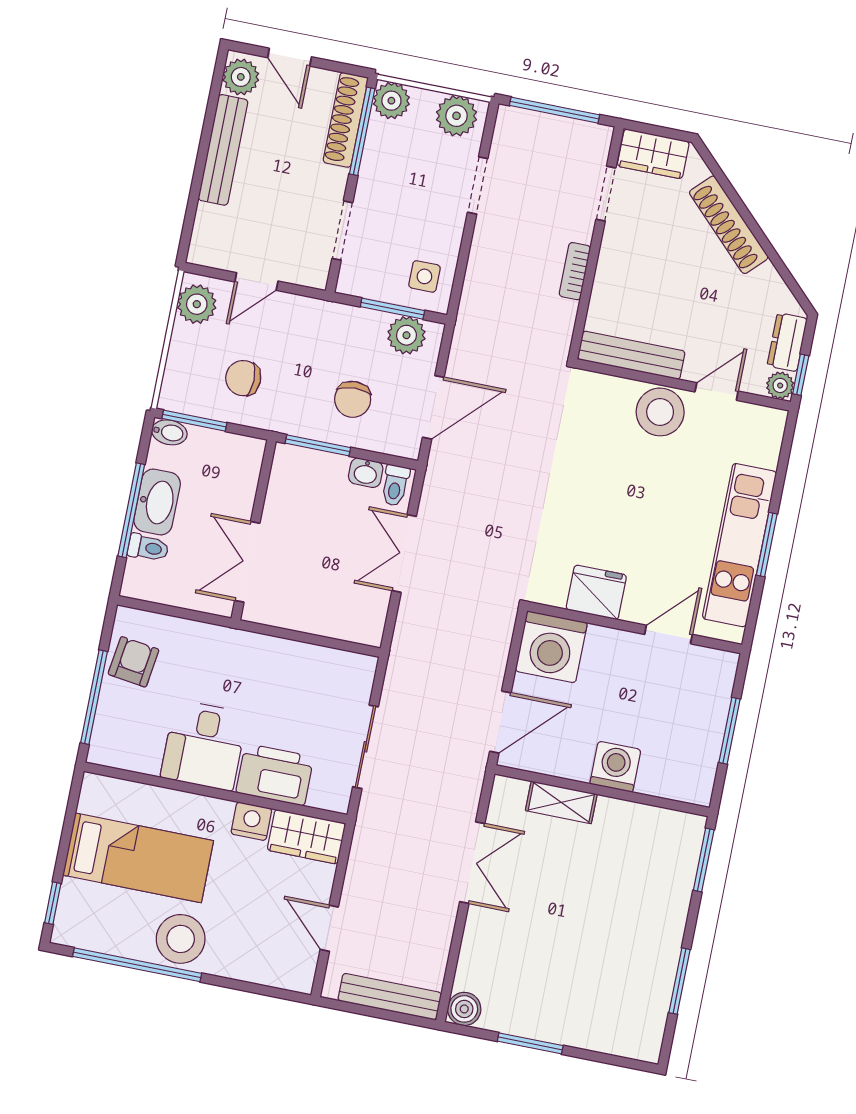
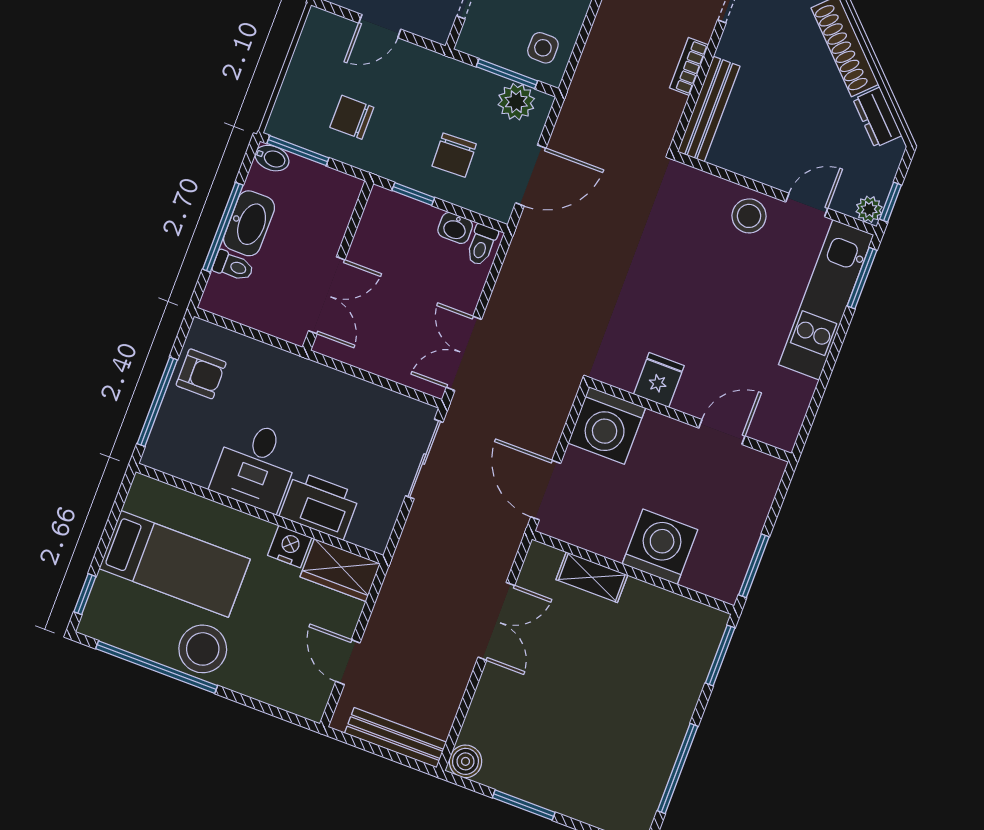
plant: (197, 304) -> (319, 39), removed
dresser: (787, 342) -> (877, 117), moved, turned -45
bench: (631, 355) -> (709, 109), moved, turned 90
stool: (660, 412) -> (749, 216), width x0.73, depth x0.73
window: (318, 445) -> (413, 194), width x0.67
kitchen unit: (739, 545) -> (826, 300), moved
window: (767, 545) -> (862, 278), moved
double door: (404, 553) -> (464, 353), moved
double door: (247, 562) -> (327, 295), swing flipped
fridge: (596, 592) -> (659, 380), width x0.72
armchair: (134, 662) -> (201, 374), turned 82
door: (500, 722) -> (546, 490), swing flipped
window: (729, 731) -> (754, 566), moved
sliding door: (365, 747) -> (424, 459), moved
washing machine: (615, 767) -> (660, 547), width x1.37, depth x1.37
window: (679, 981) -> (678, 768), width x1.44

